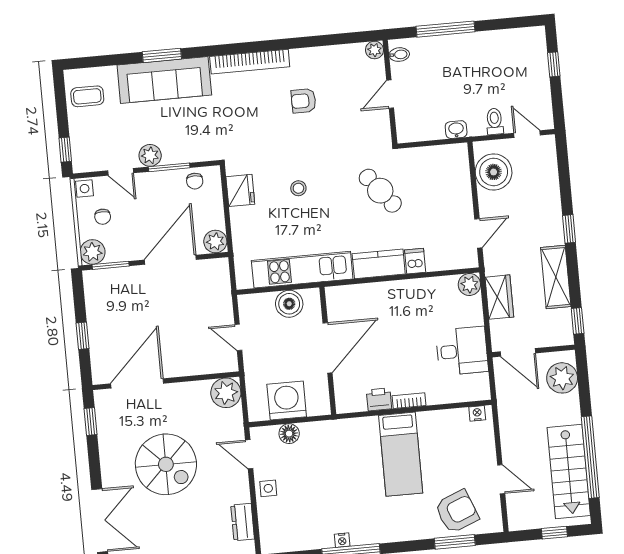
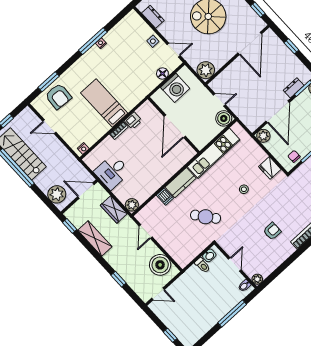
toilet: (495, 121) -> (202, 265), moved
washbasin: (456, 130) -> (209, 255), moved
window: (569, 229) -> (118, 279), moved
dresser: (123, 276) -> (294, 88), added
boiler: (289, 304) -> (224, 118), moved
armchair: (457, 512) -> (58, 96), turned -64

